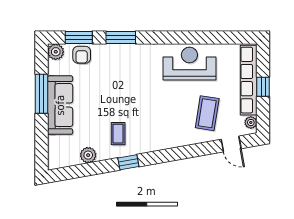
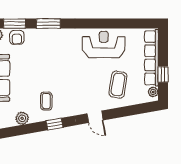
window: (263, 87) -> (163, 74), moved
door: (231, 144) -> (95, 117), moved

